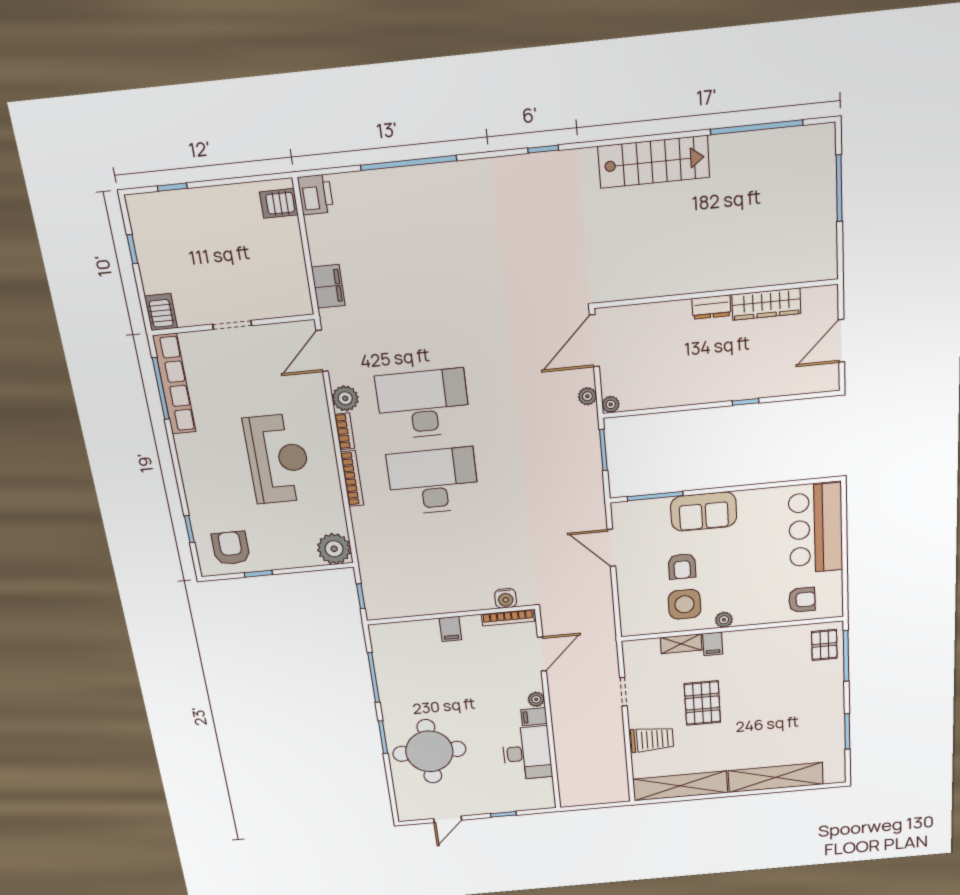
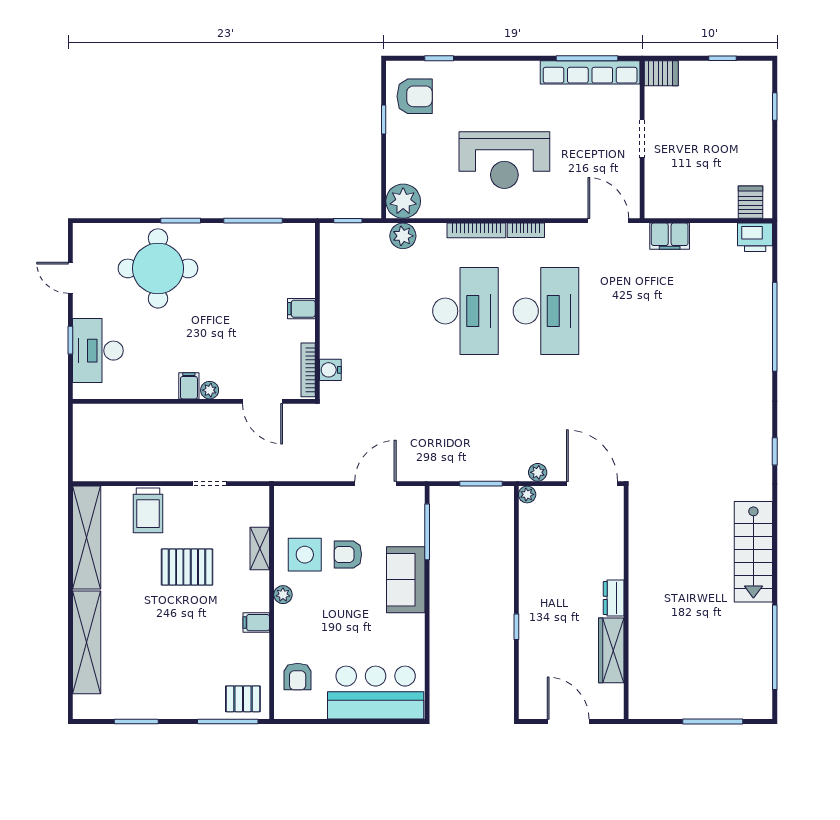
plant: (345, 398) -> (403, 236), moved
filing cabinet: (713, 644) -> (256, 623), moved
desk: (527, 753) -> (98, 351), moved, turned 90

